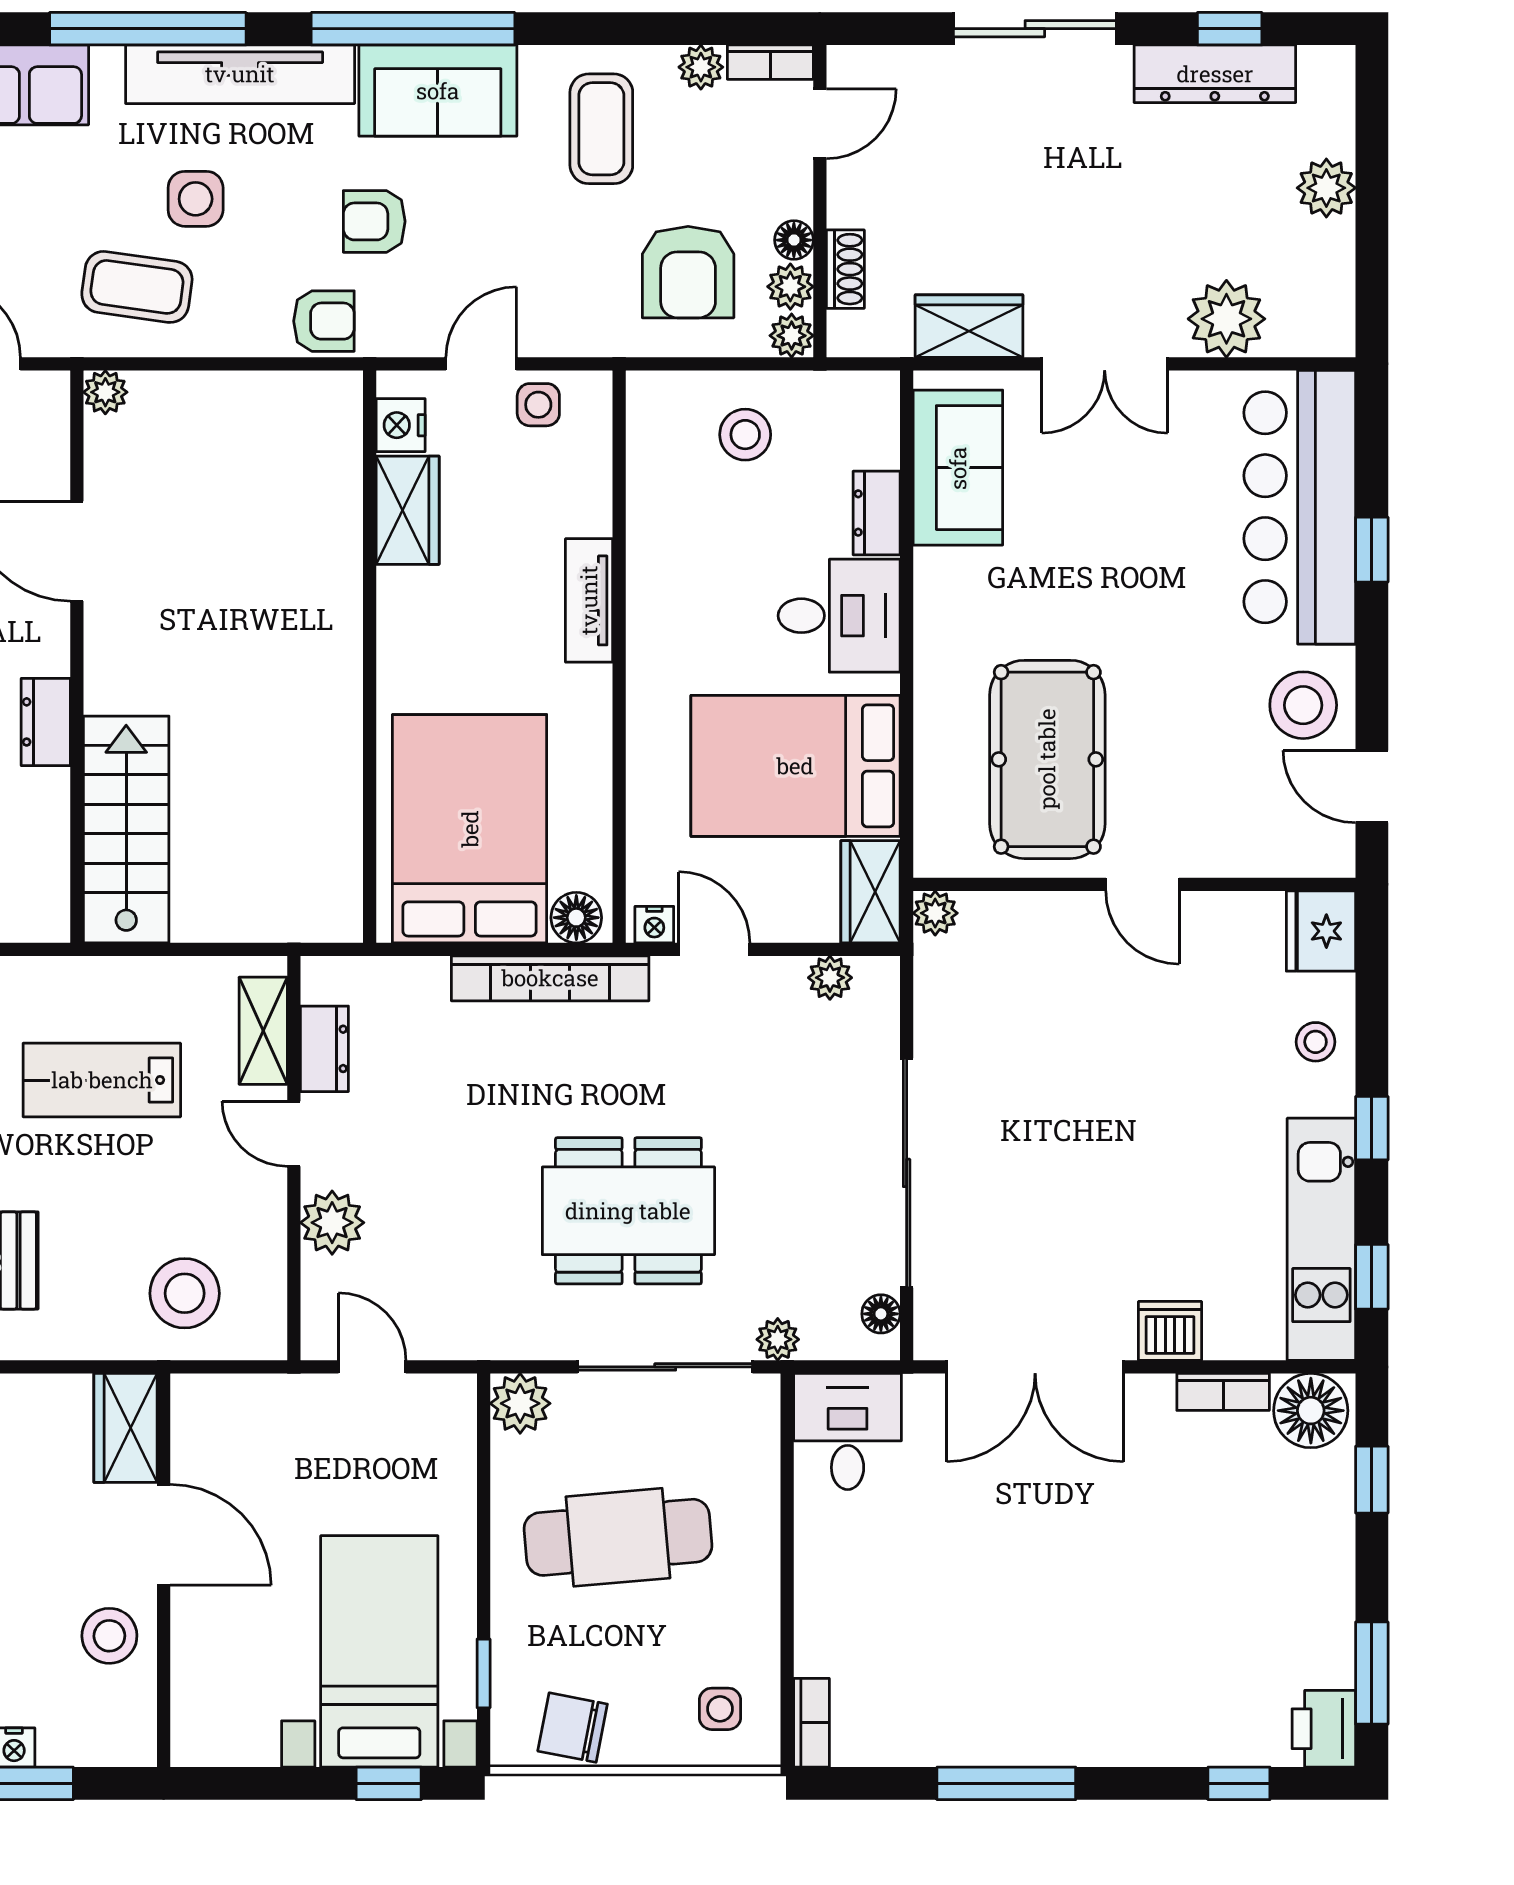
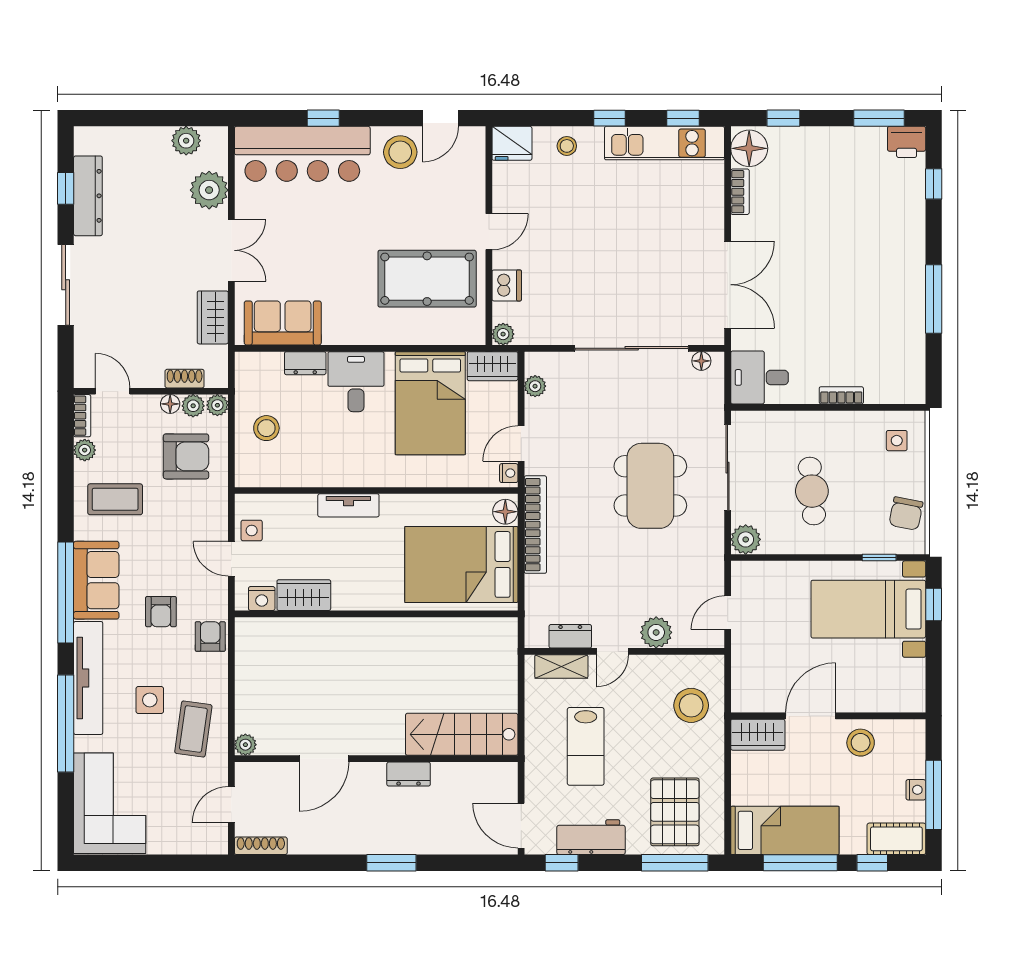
plant: (1326, 188) -> (186, 141), moved
dishwasher: (1170, 1331) -> (507, 285), moved, turned 180
plant: (778, 1339) -> (714, 412), removed
cafe table: (618, 1537) -> (812, 491), width x0.73, depth x0.74
bookcase: (812, 1723) -> (841, 395), moved

